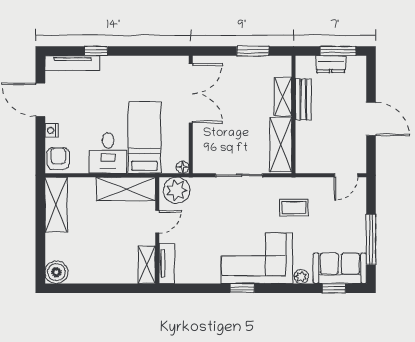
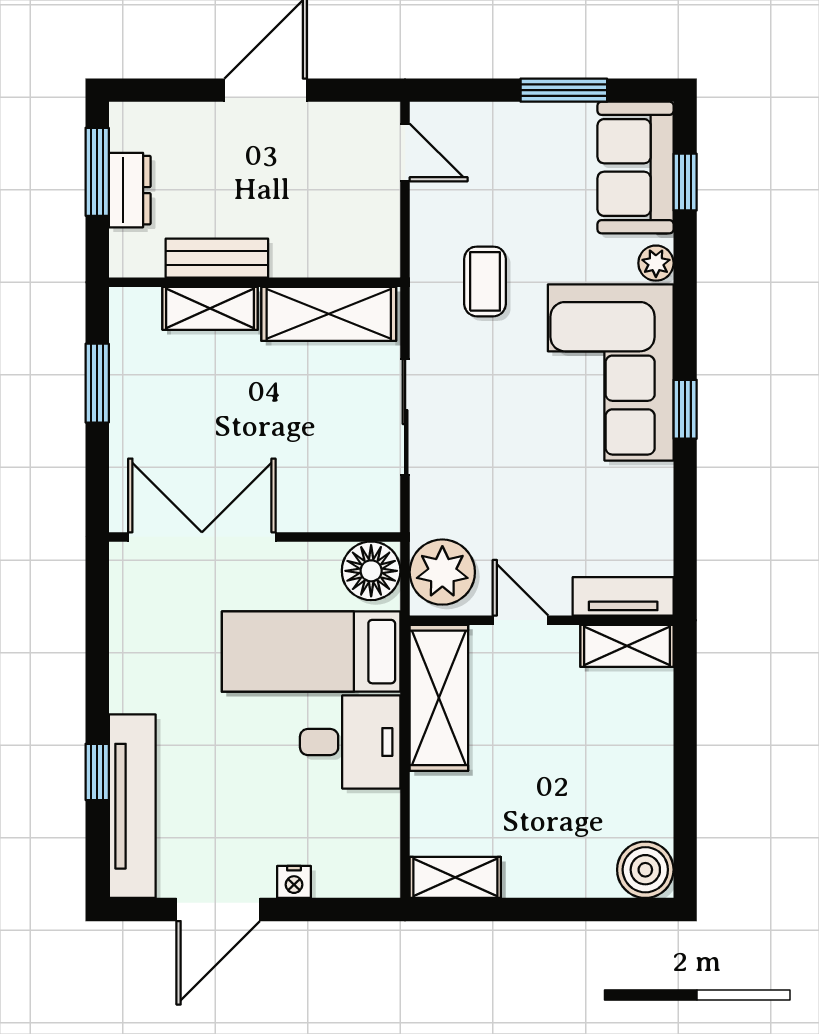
tv unit: (72, 63) -> (132, 806), width x1.36, depth x1.29
armchair: (58, 159) -> (364, 866), removed
floor lamp: (183, 167) -> (371, 571), width x1.89, depth x1.89
shelving: (56, 205) -> (455, 877), width x0.67, depth x0.75
window: (371, 239) -> (564, 90), width x0.69

